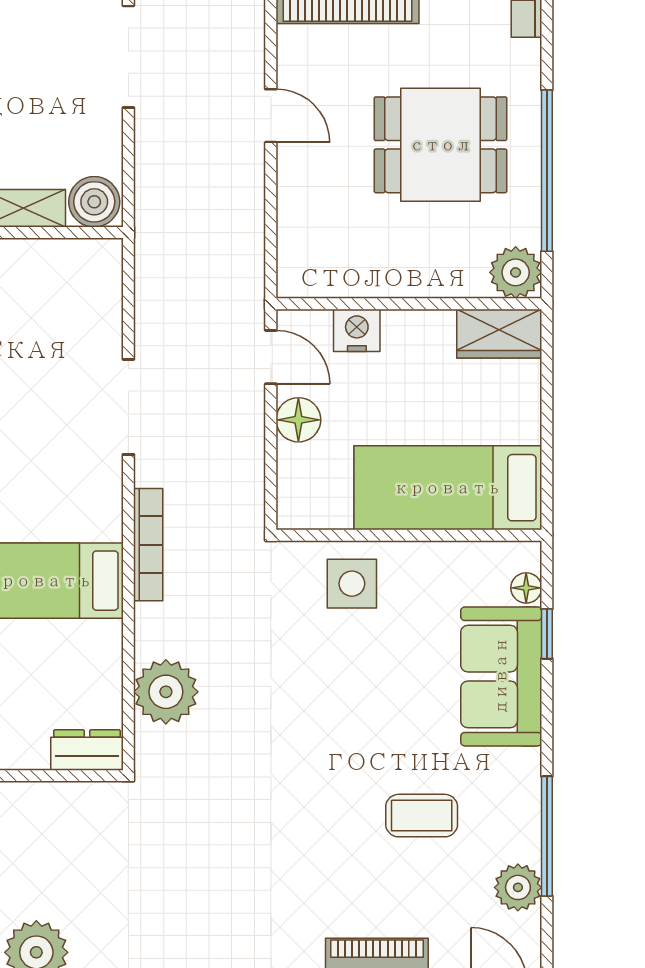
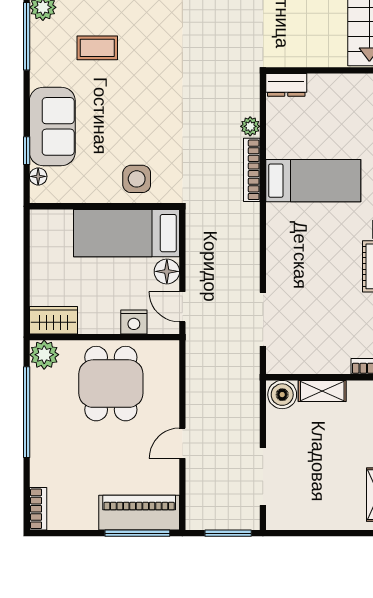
door: (271, 116) -> (182, 443), hinge flipped
dining table: (440, 145) -> (111, 384), moved, turned 90
doorway: (128, 407) -> (263, 319), moved
bed: (448, 488) -> (127, 233), moved, turned 180
bookcase: (148, 545) -> (252, 170), moved
plant: (166, 692) -> (250, 126), width x0.53, depth x0.53

